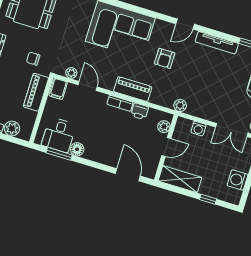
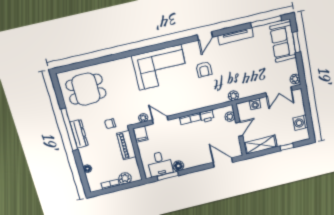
piano: (133, 89) -> (193, 104), removed

